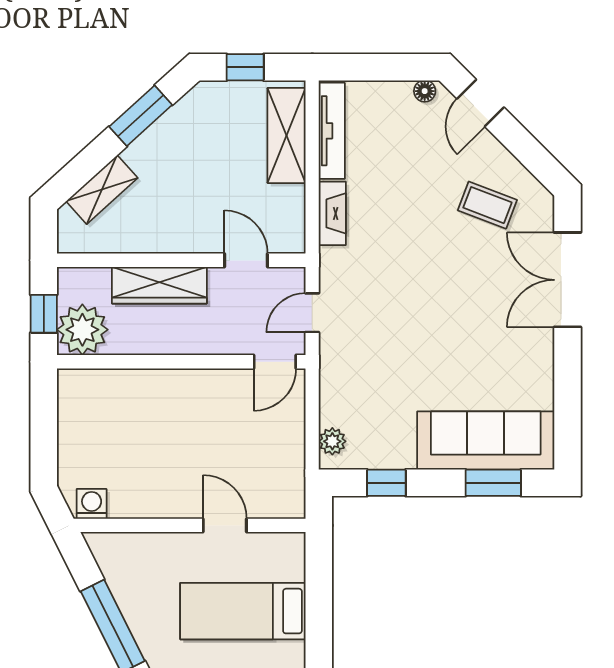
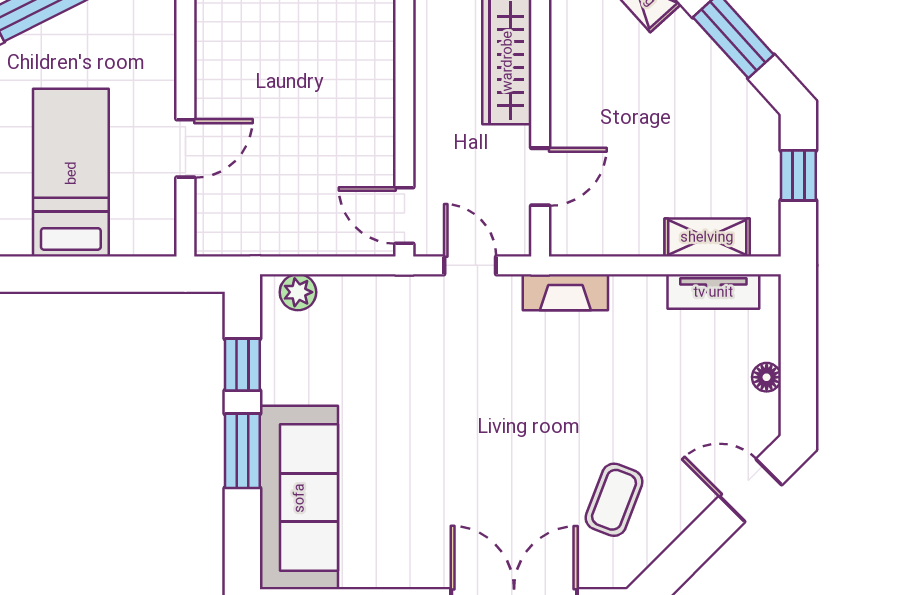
floor lamp: (425, 91) -> (767, 377), moved
tv unit: (332, 131) -> (713, 292), width x0.71
shelving: (287, 135) -> (707, 237), width x0.67, depth x0.75
fireplace: (332, 213) -> (565, 292), moved
window: (493, 483) -> (242, 451), moved

